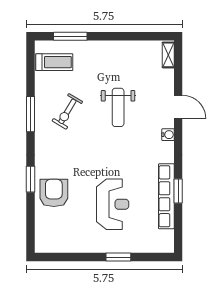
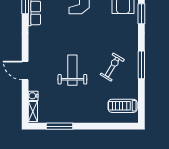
window: (70, 36) -> (60, 126), moved
water cooler: (168, 135) -> (33, 96), moved

